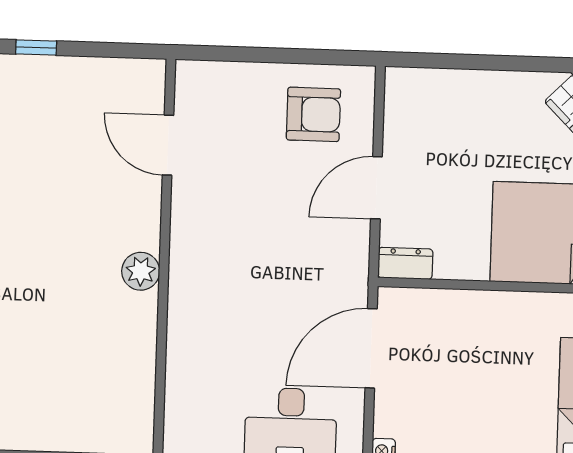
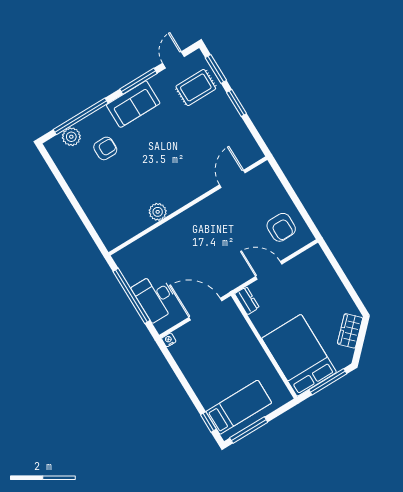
window: (36, 47) -> (237, 103), width x1.50
plant: (141, 271) -> (158, 212), moved

